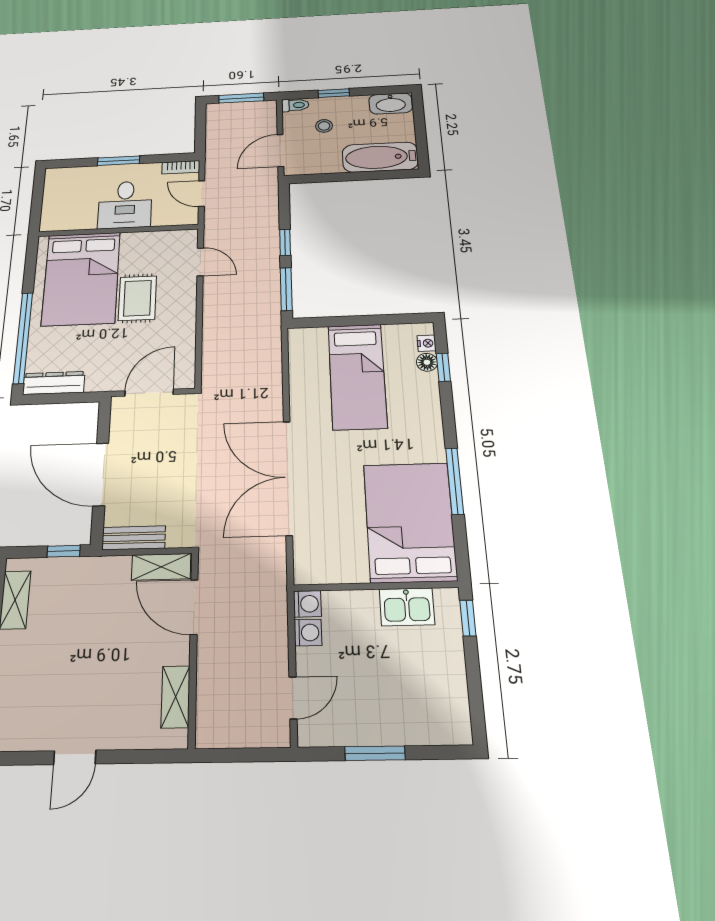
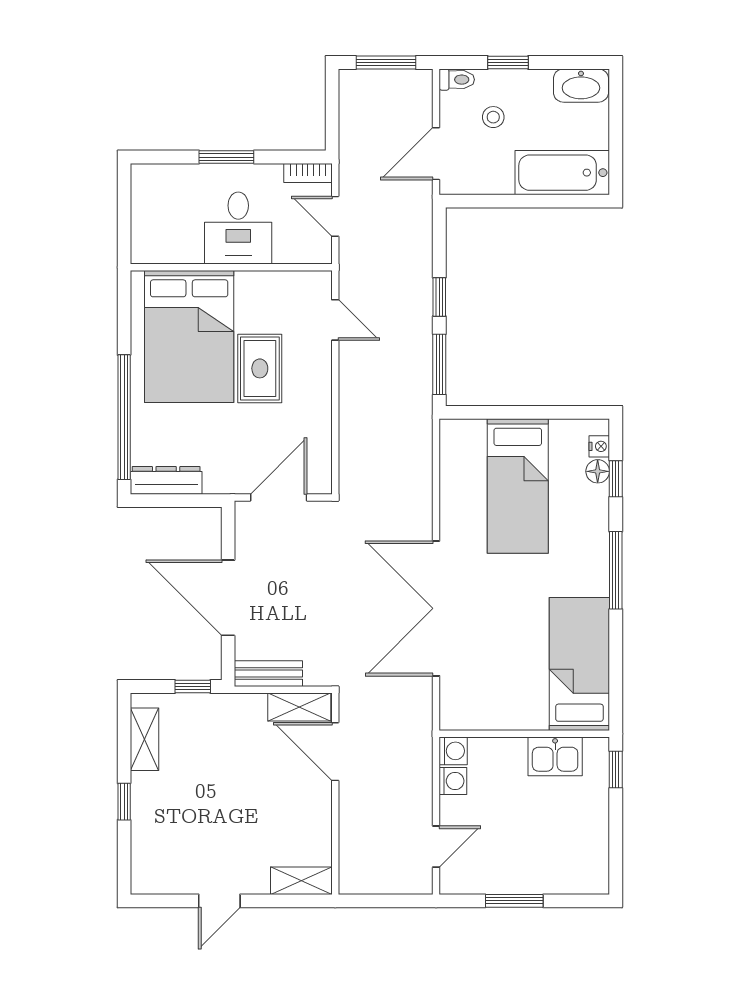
window: (454, 481) -> (616, 570), moved
bed: (410, 522) -> (579, 664), width x0.67
shelving: (176, 697) -> (301, 881), moved, turned 90

